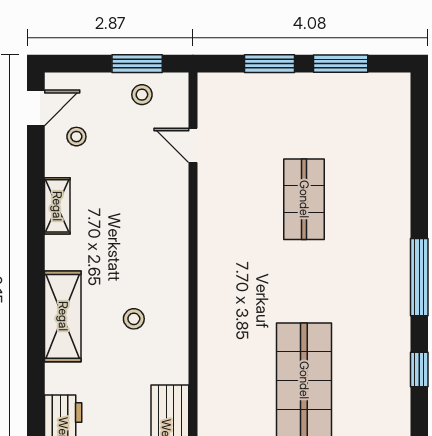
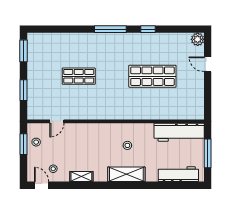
window: (341, 64) -> (23, 51), moved

